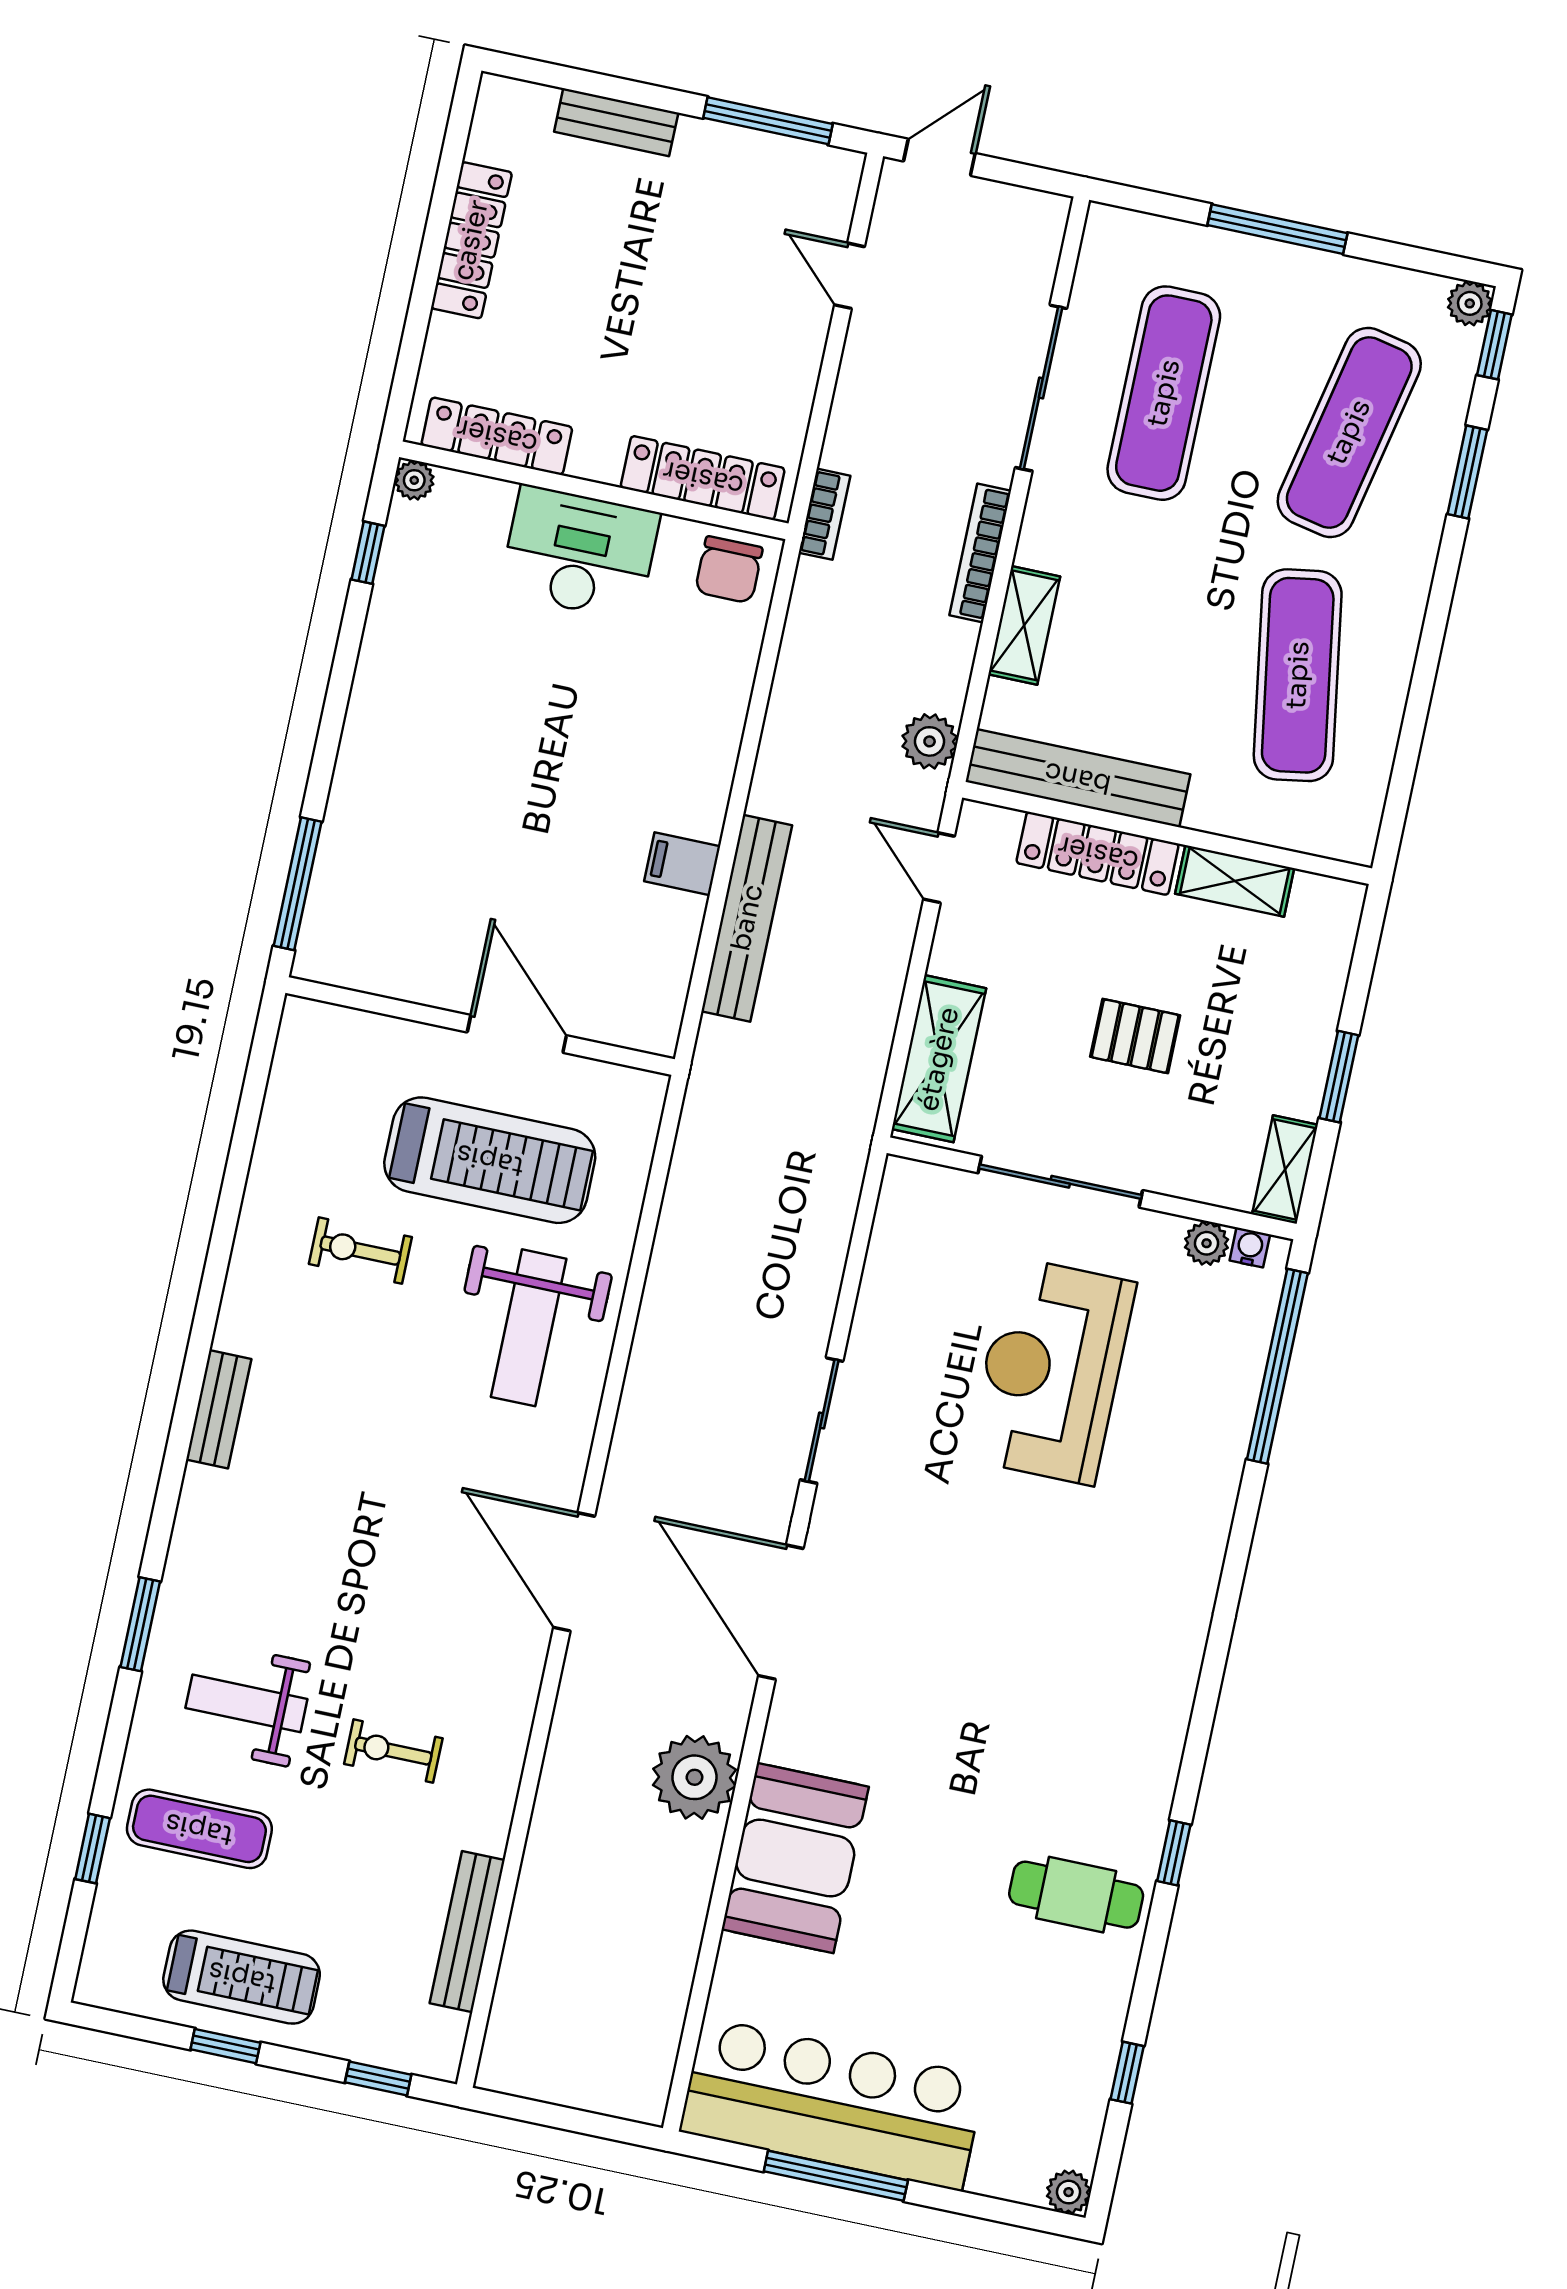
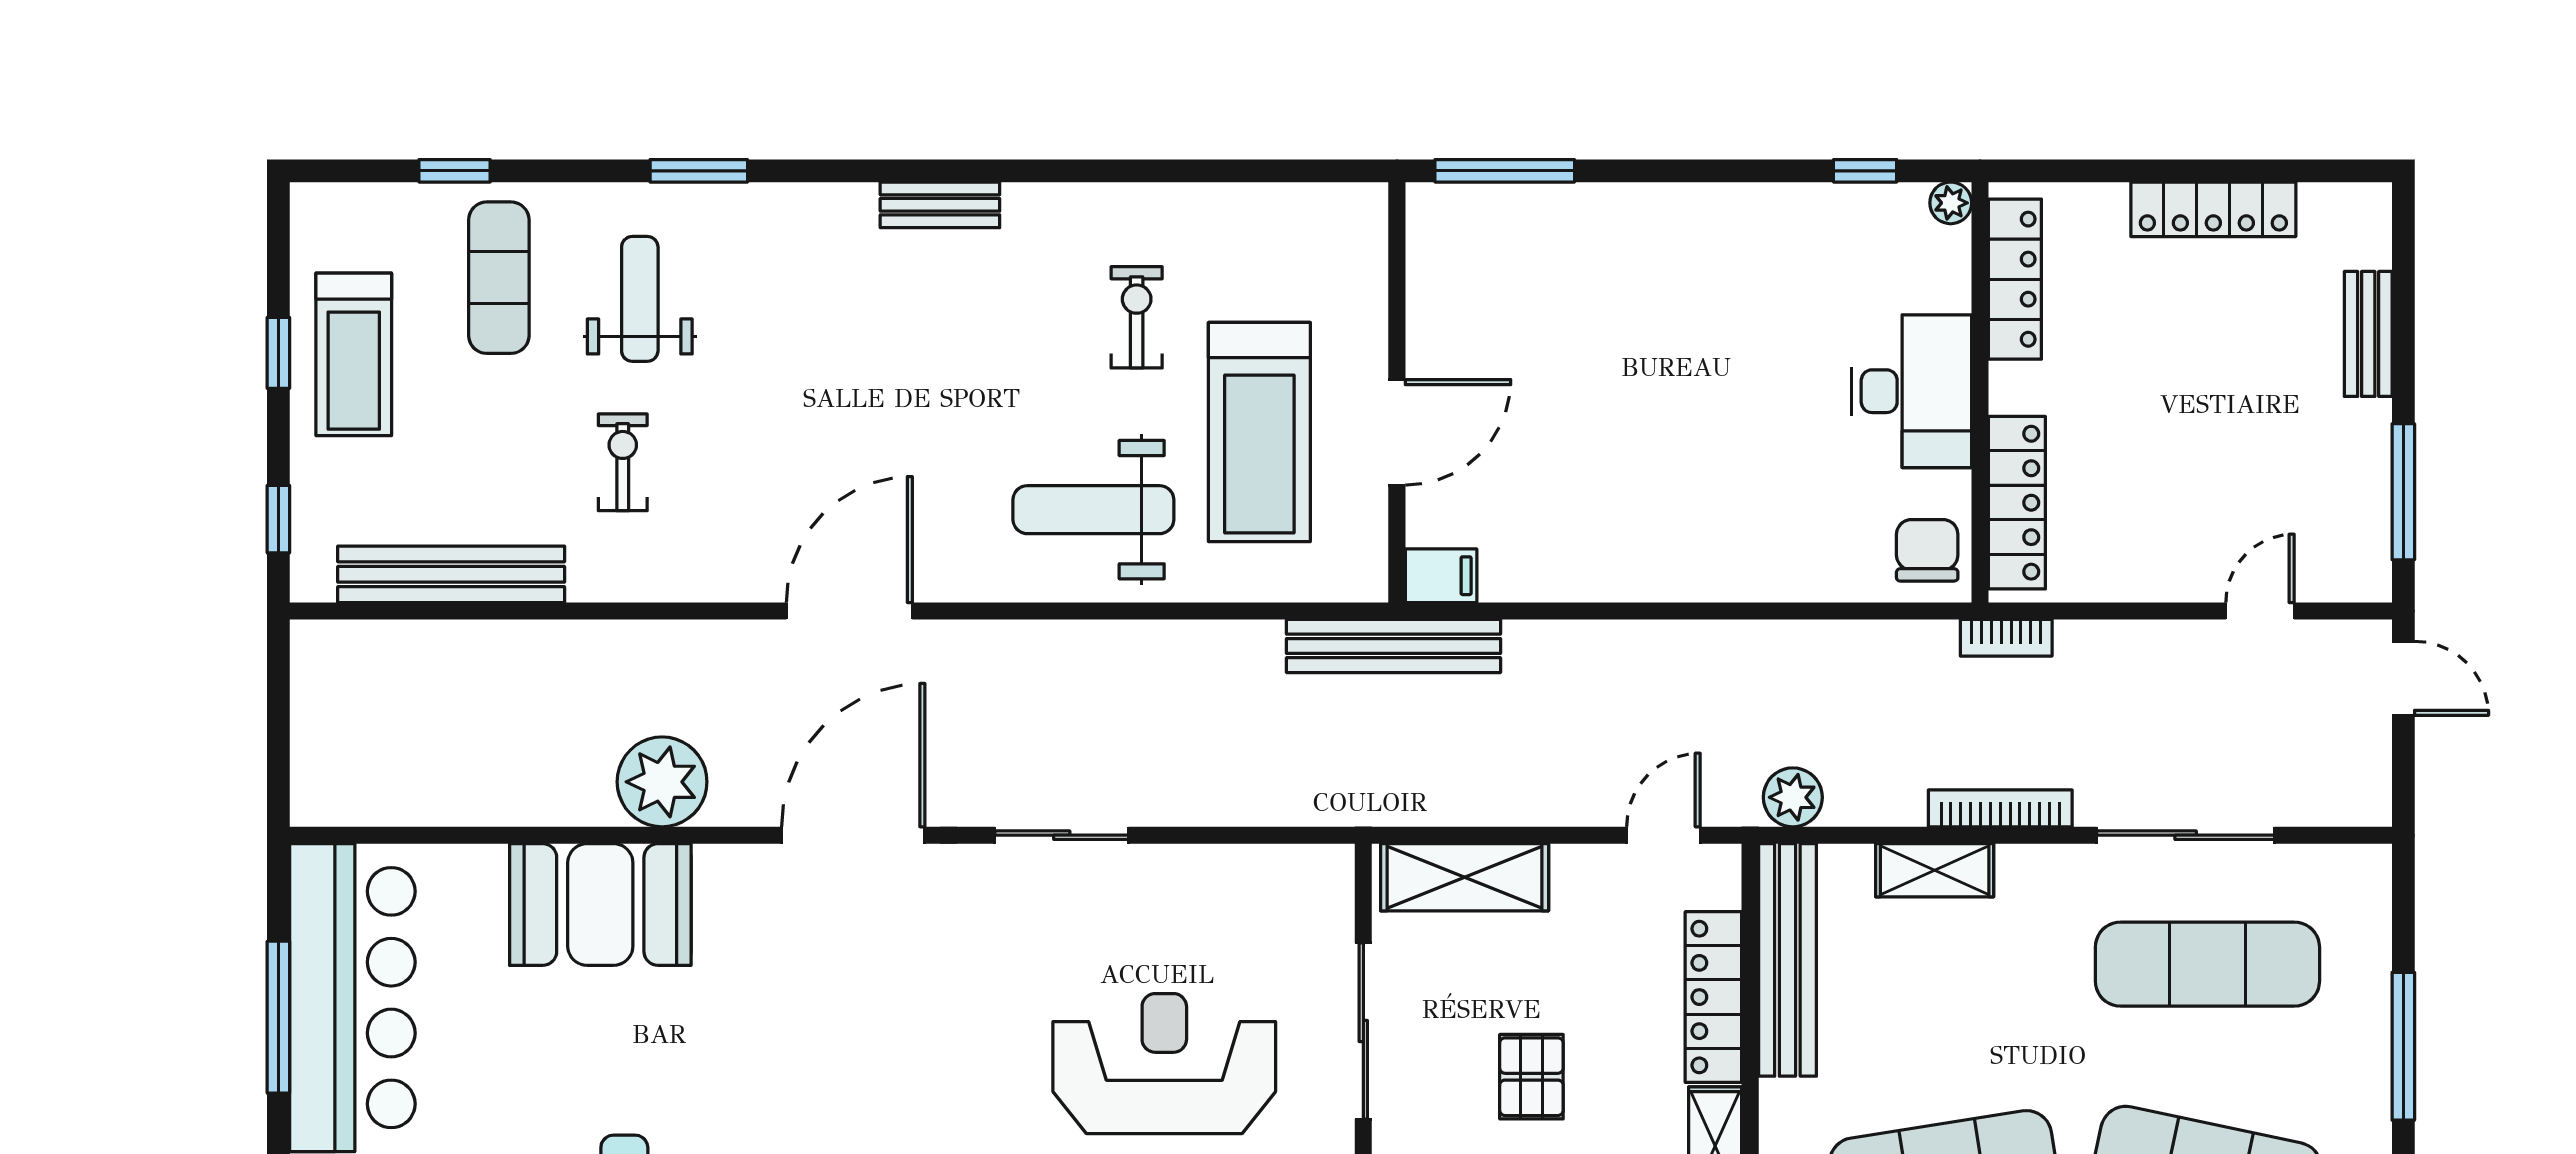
chair: (729, 570) -> (1927, 550), turned 90
filing cabinet: (682, 864) -> (1441, 576), moved, turned 90
bench: (747, 918) -> (1393, 646), moved
bench: (467, 1932) -> (451, 574), width x1.37, depth x1.21

